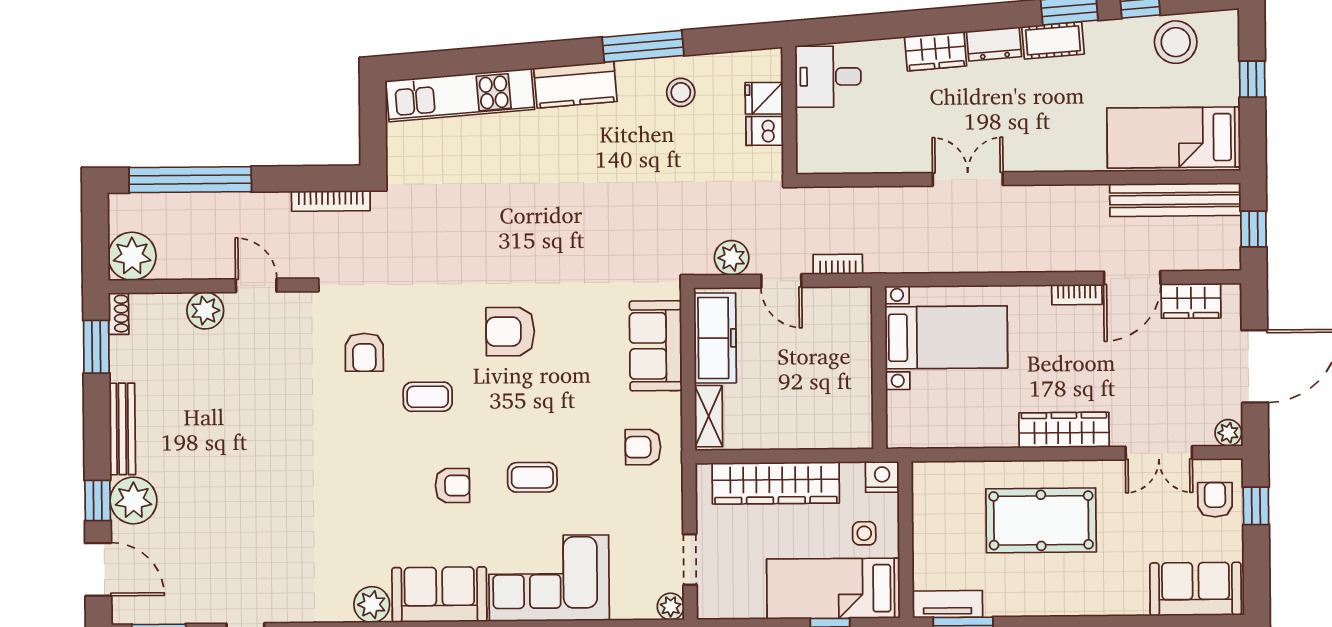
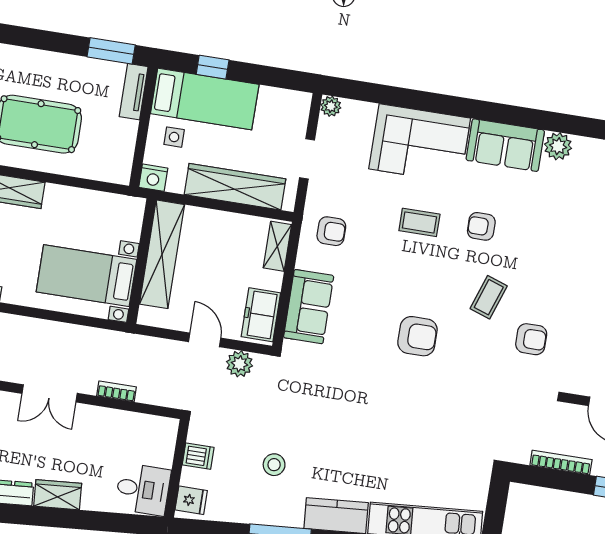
stool: (681, 92) -> (274, 465), moved
fridge: (764, 98) -> (191, 500), moved
bookcase: (331, 201) -> (561, 462), moved
bookcase: (838, 264) -> (116, 391), moved, turned 180
freezer: (715, 338) -> (261, 315), width x0.71
armchair: (364, 352) -> (531, 339), turned 90
shelving: (854, 381) -> (162, 254), added
coffee table: (428, 397) -> (489, 297), turned -71
doorway: (690, 560) -> (307, 159), moved
tv unit: (947, 604) -> (134, 92), moved, turned 90

